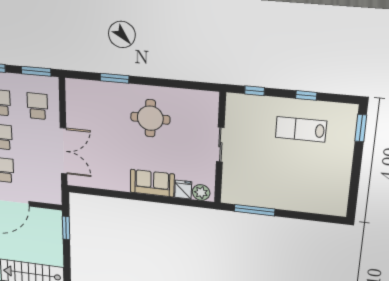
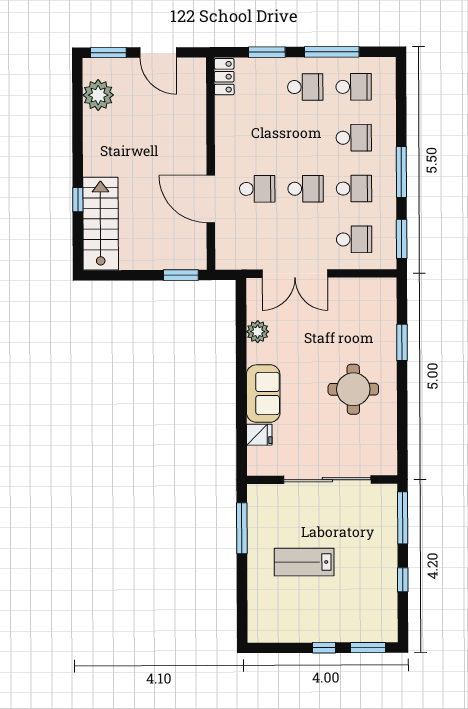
window: (255, 91) -> (403, 518), width x2.17
lab bench: (301, 129) -> (304, 562), moved, turned -90
sliding door: (220, 145) -> (327, 480), width x1.86
window: (357, 162) -> (324, 648), added
plant: (201, 192) -> (258, 332), moved

